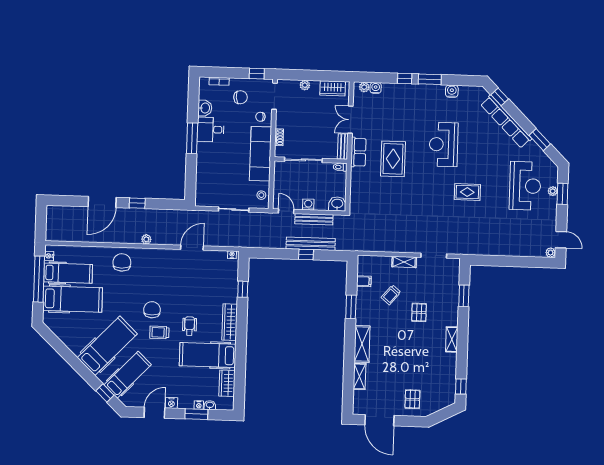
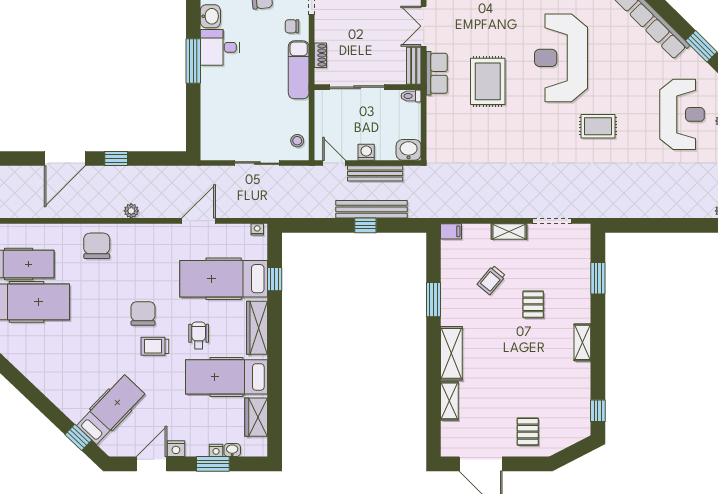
reception desk: (444, 144) -> (561, 58), width x1.36, depth x1.30
exam couch: (261, 154) -> (299, 70), width x0.73, depth x0.69
filing cabinet: (364, 281) -> (451, 231), moved
hospital bed: (107, 346) -> (224, 279), moved, turned -134

